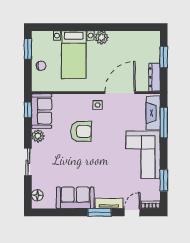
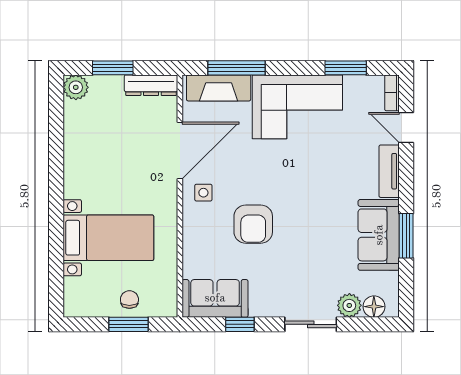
plant: (102, 37) -> (76, 87), moved
window: (28, 49) -> (128, 324), moved
door: (120, 93) -> (180, 150), swing flipped
window: (28, 110) -> (240, 324), moved
armchair: (81, 131) -> (253, 224), turned 180
plant: (38, 136) -> (349, 305), moved
window: (100, 212) -> (406, 236), moved

